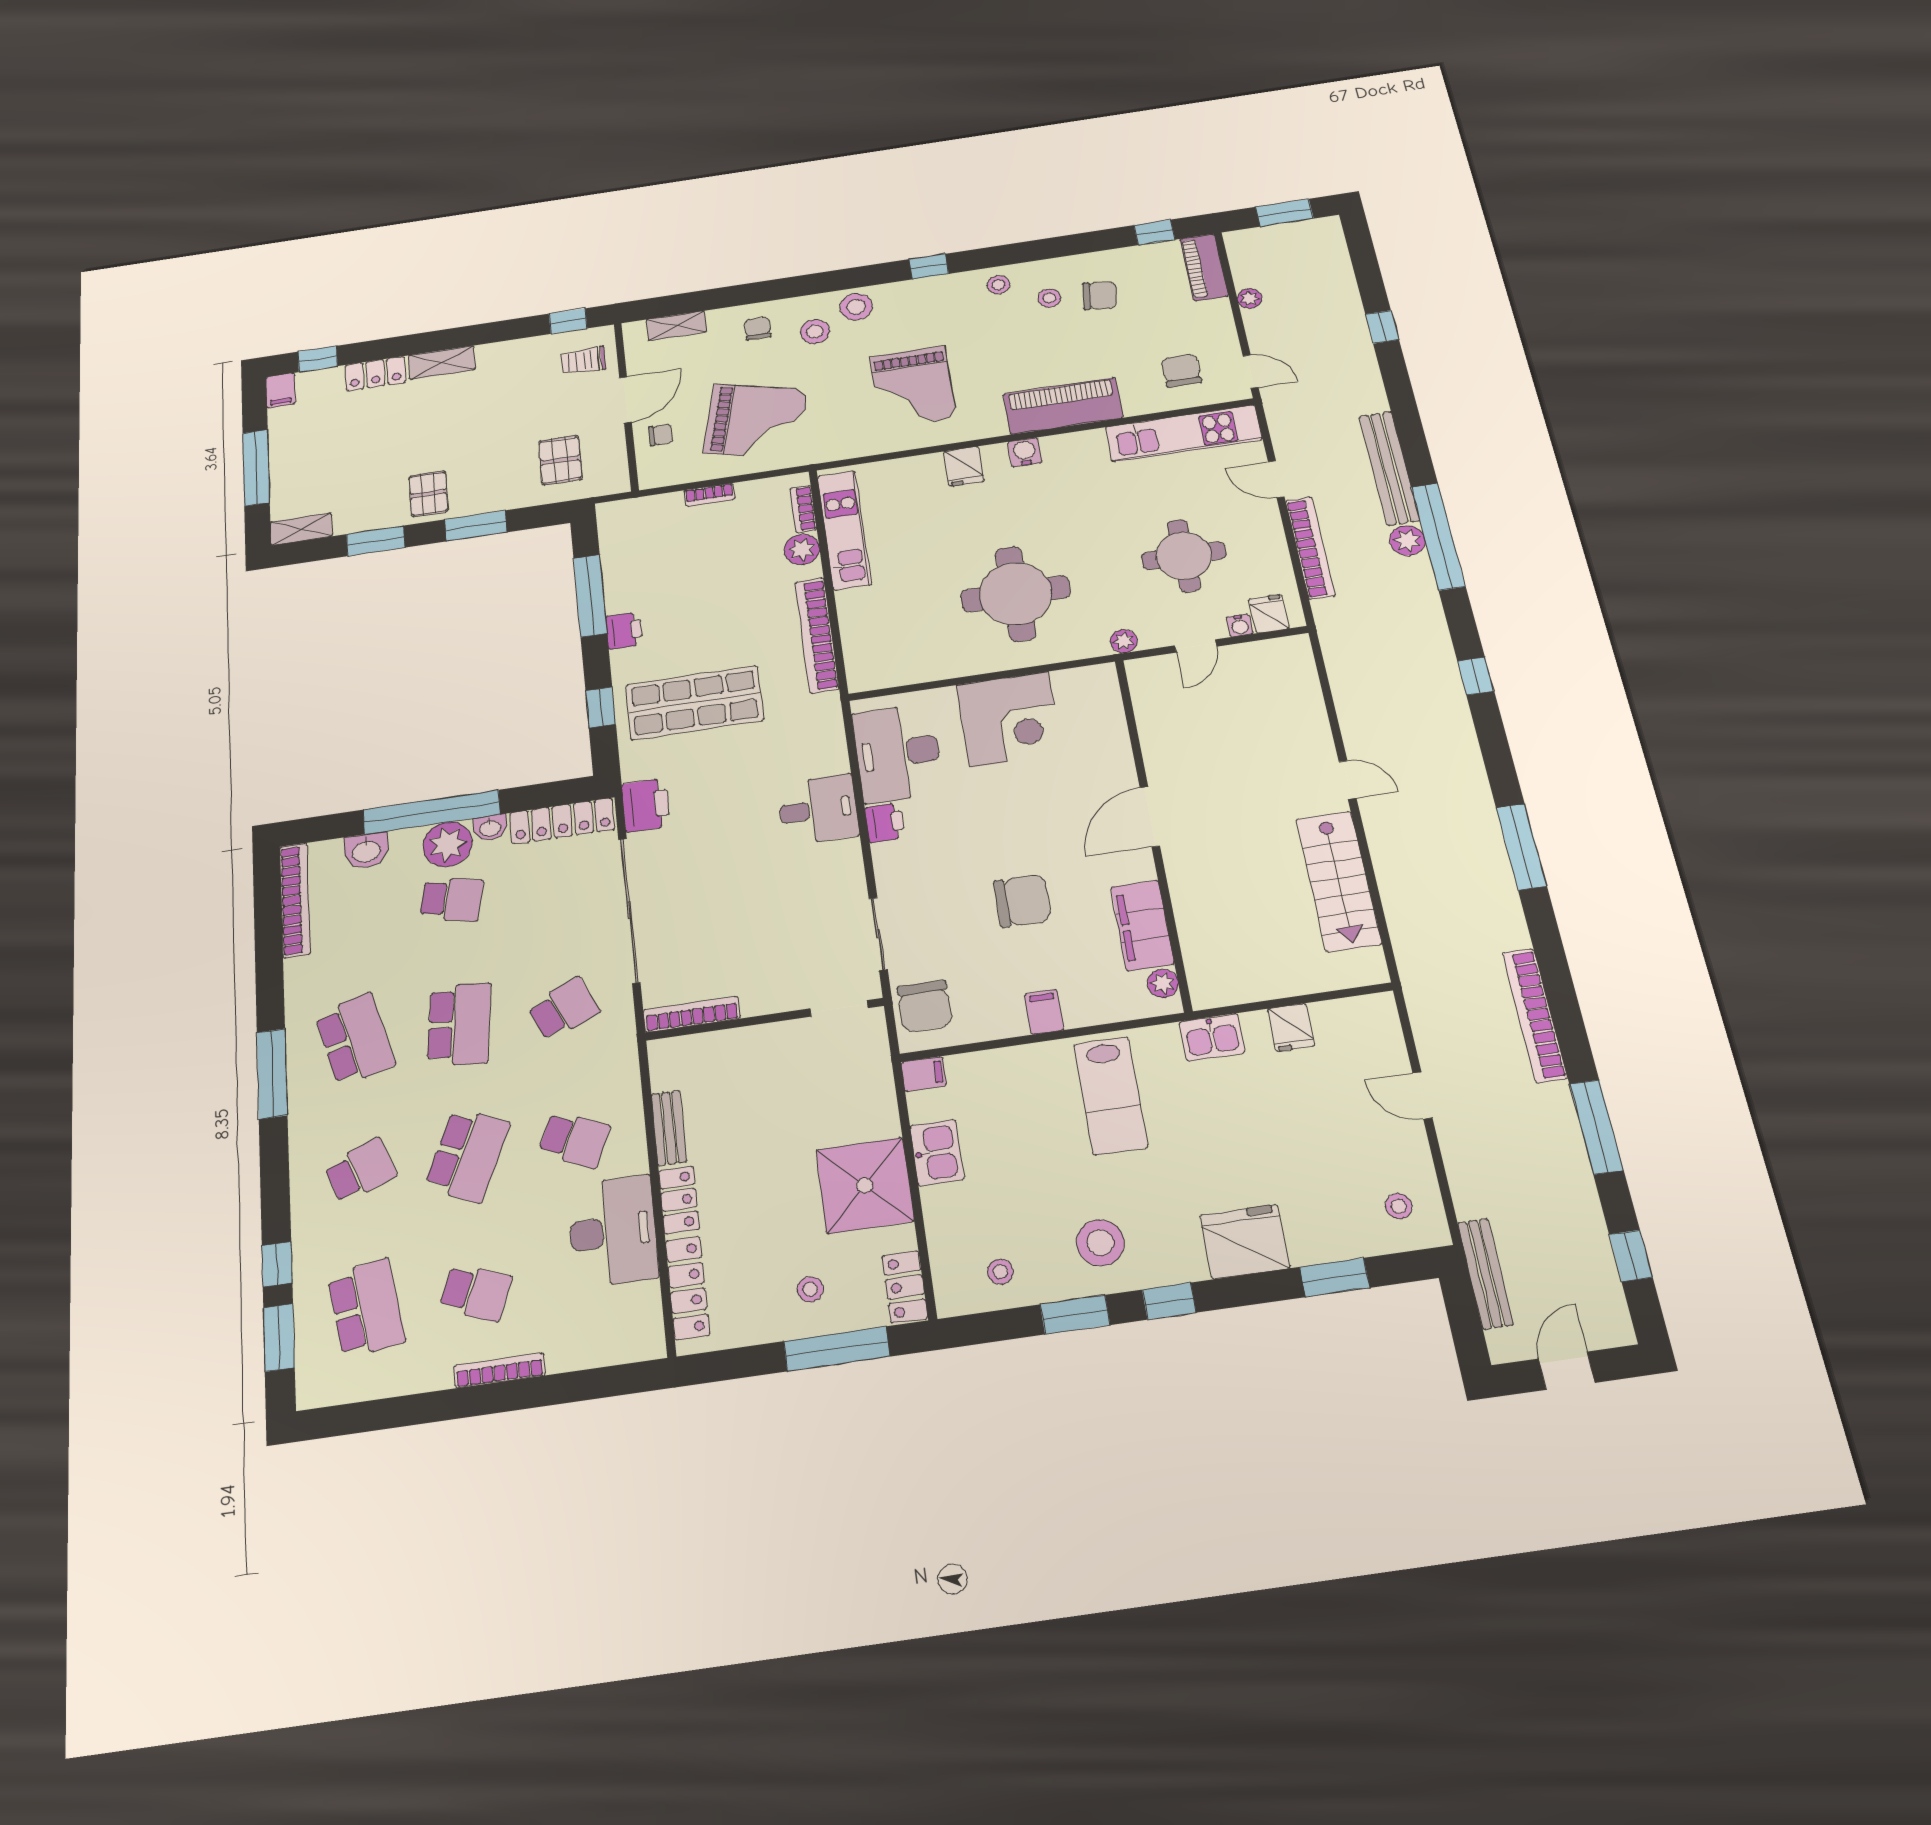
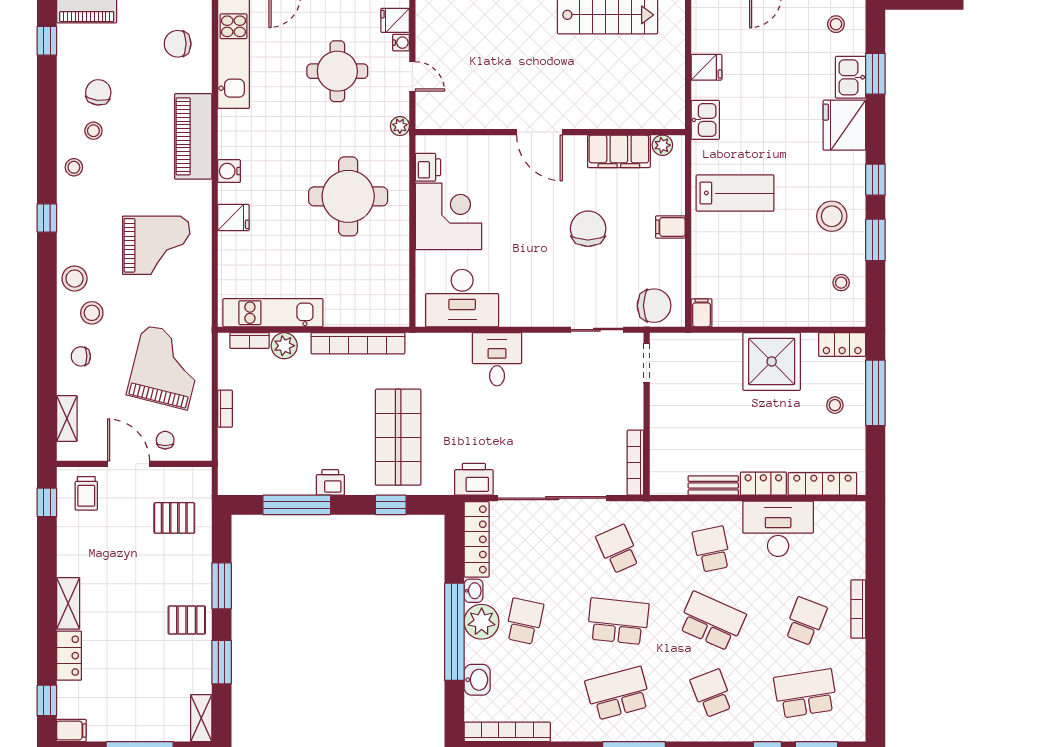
printer: (885, 823) -> (428, 167), moved, turned 90
school desk: (574, 1140) -> (712, 549), turned -36
kitchen sink: (937, 1153) -> (851, 77), moved, turned -90

